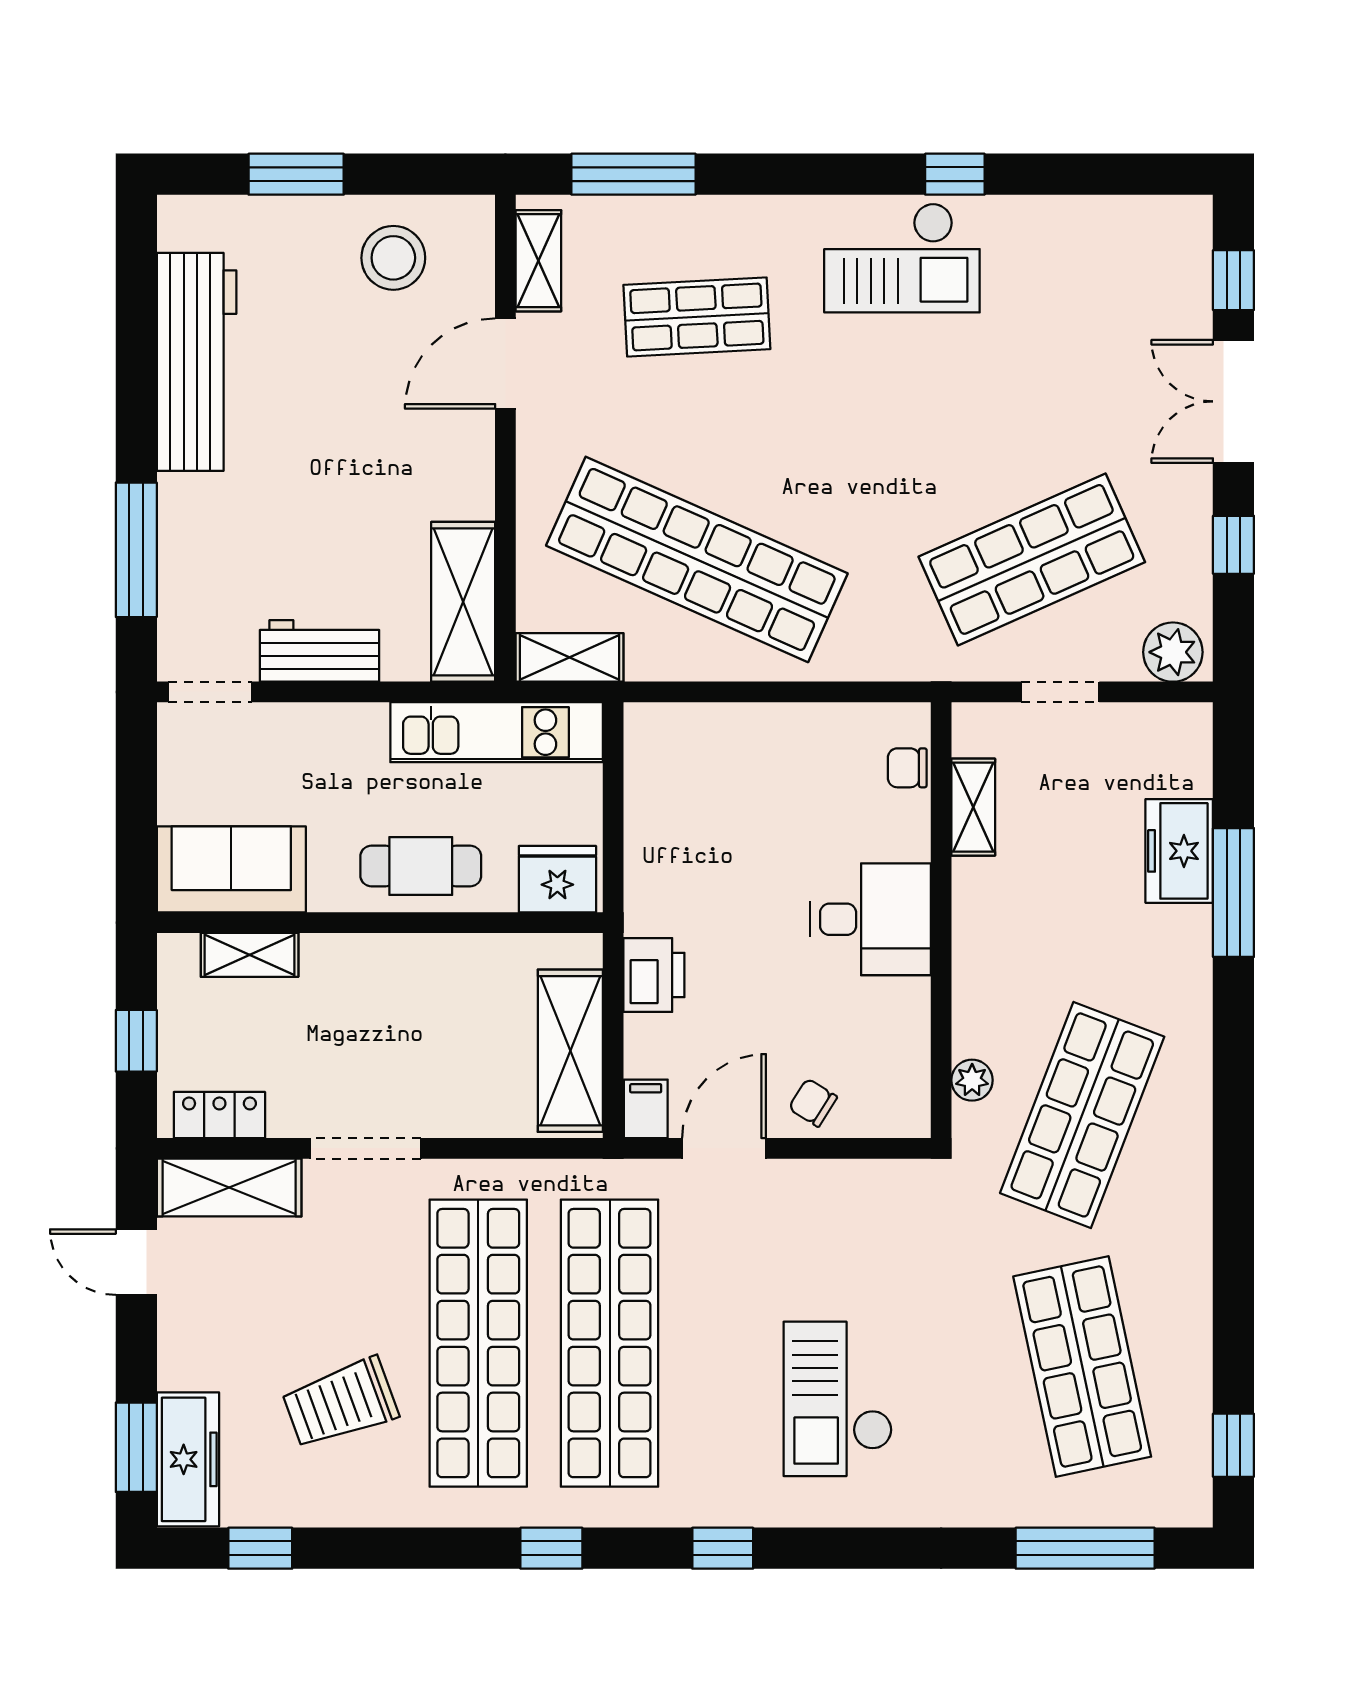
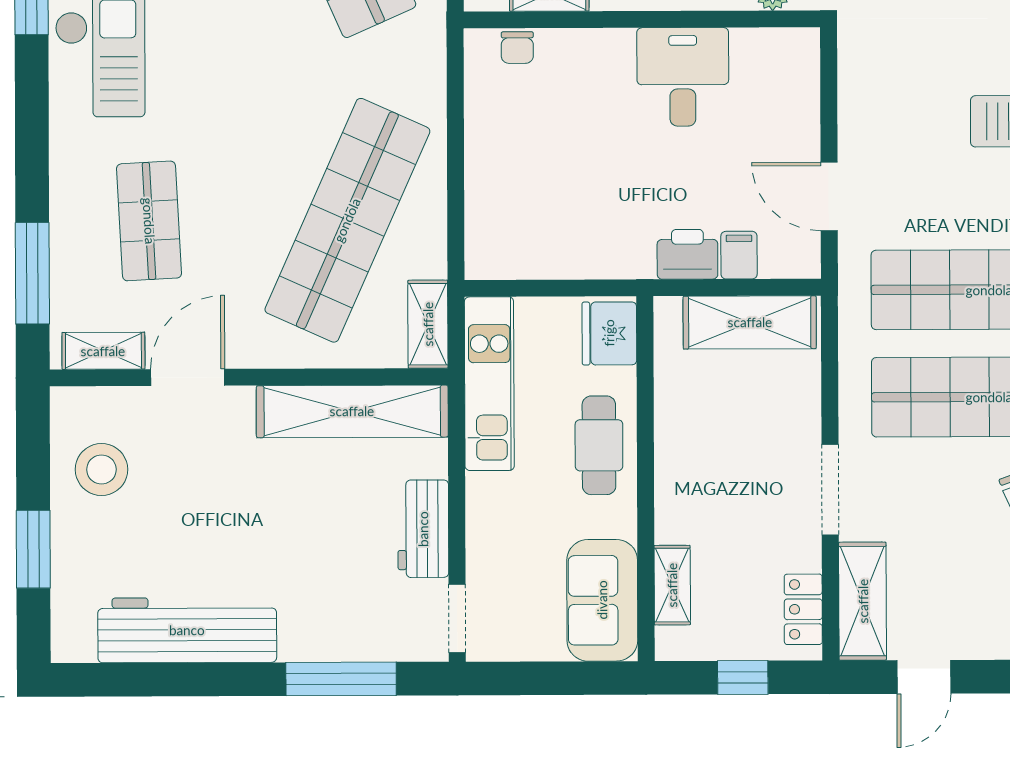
door: (505, 364) -> (188, 377), swing flipped
shelving: (463, 602) -> (352, 411), width x1.47
desk: (871, 919) -> (683, 77), moved
chair: (813, 1103) -> (791, 124), removed
filing cabinet: (646, 1109) -> (739, 255), moved, turned 90

